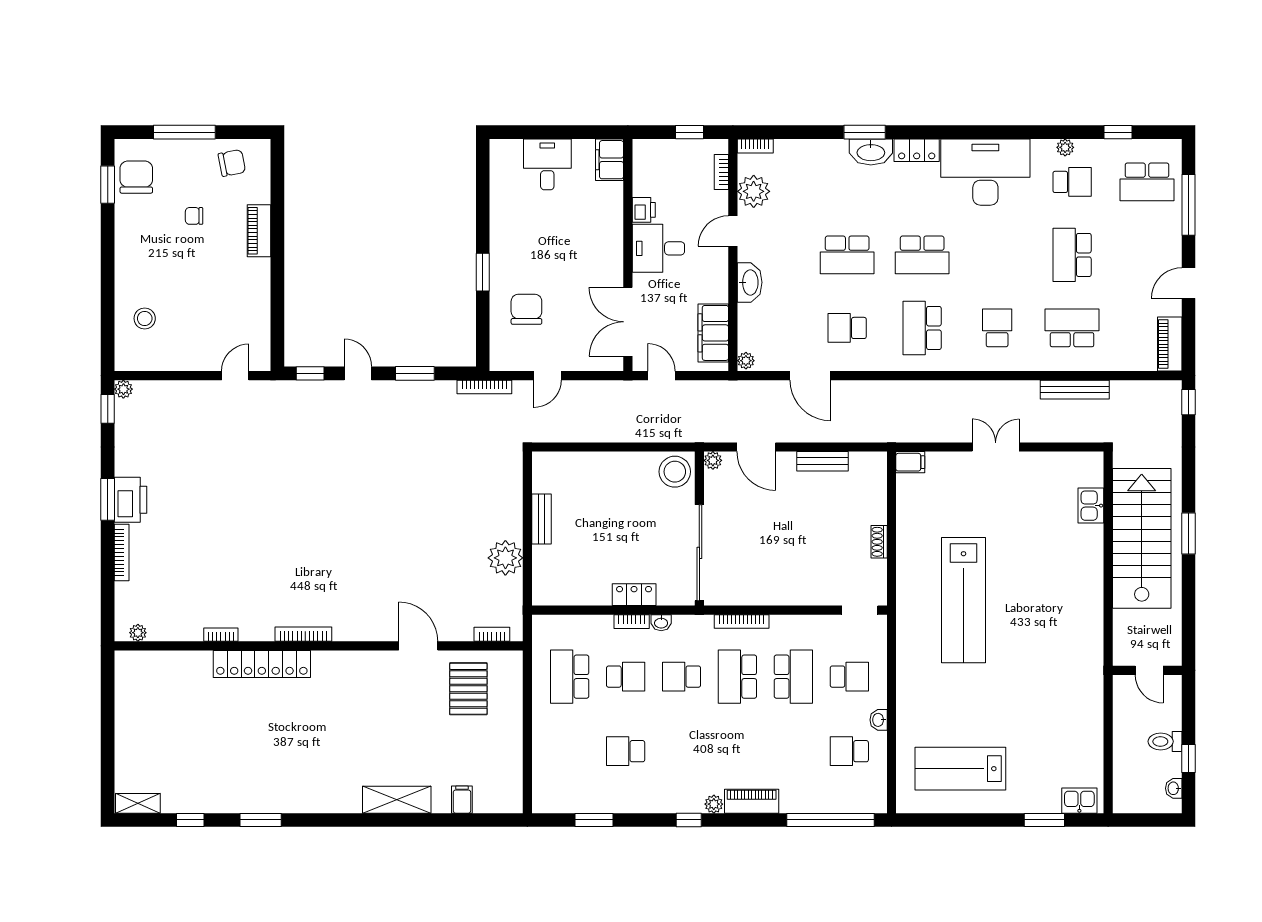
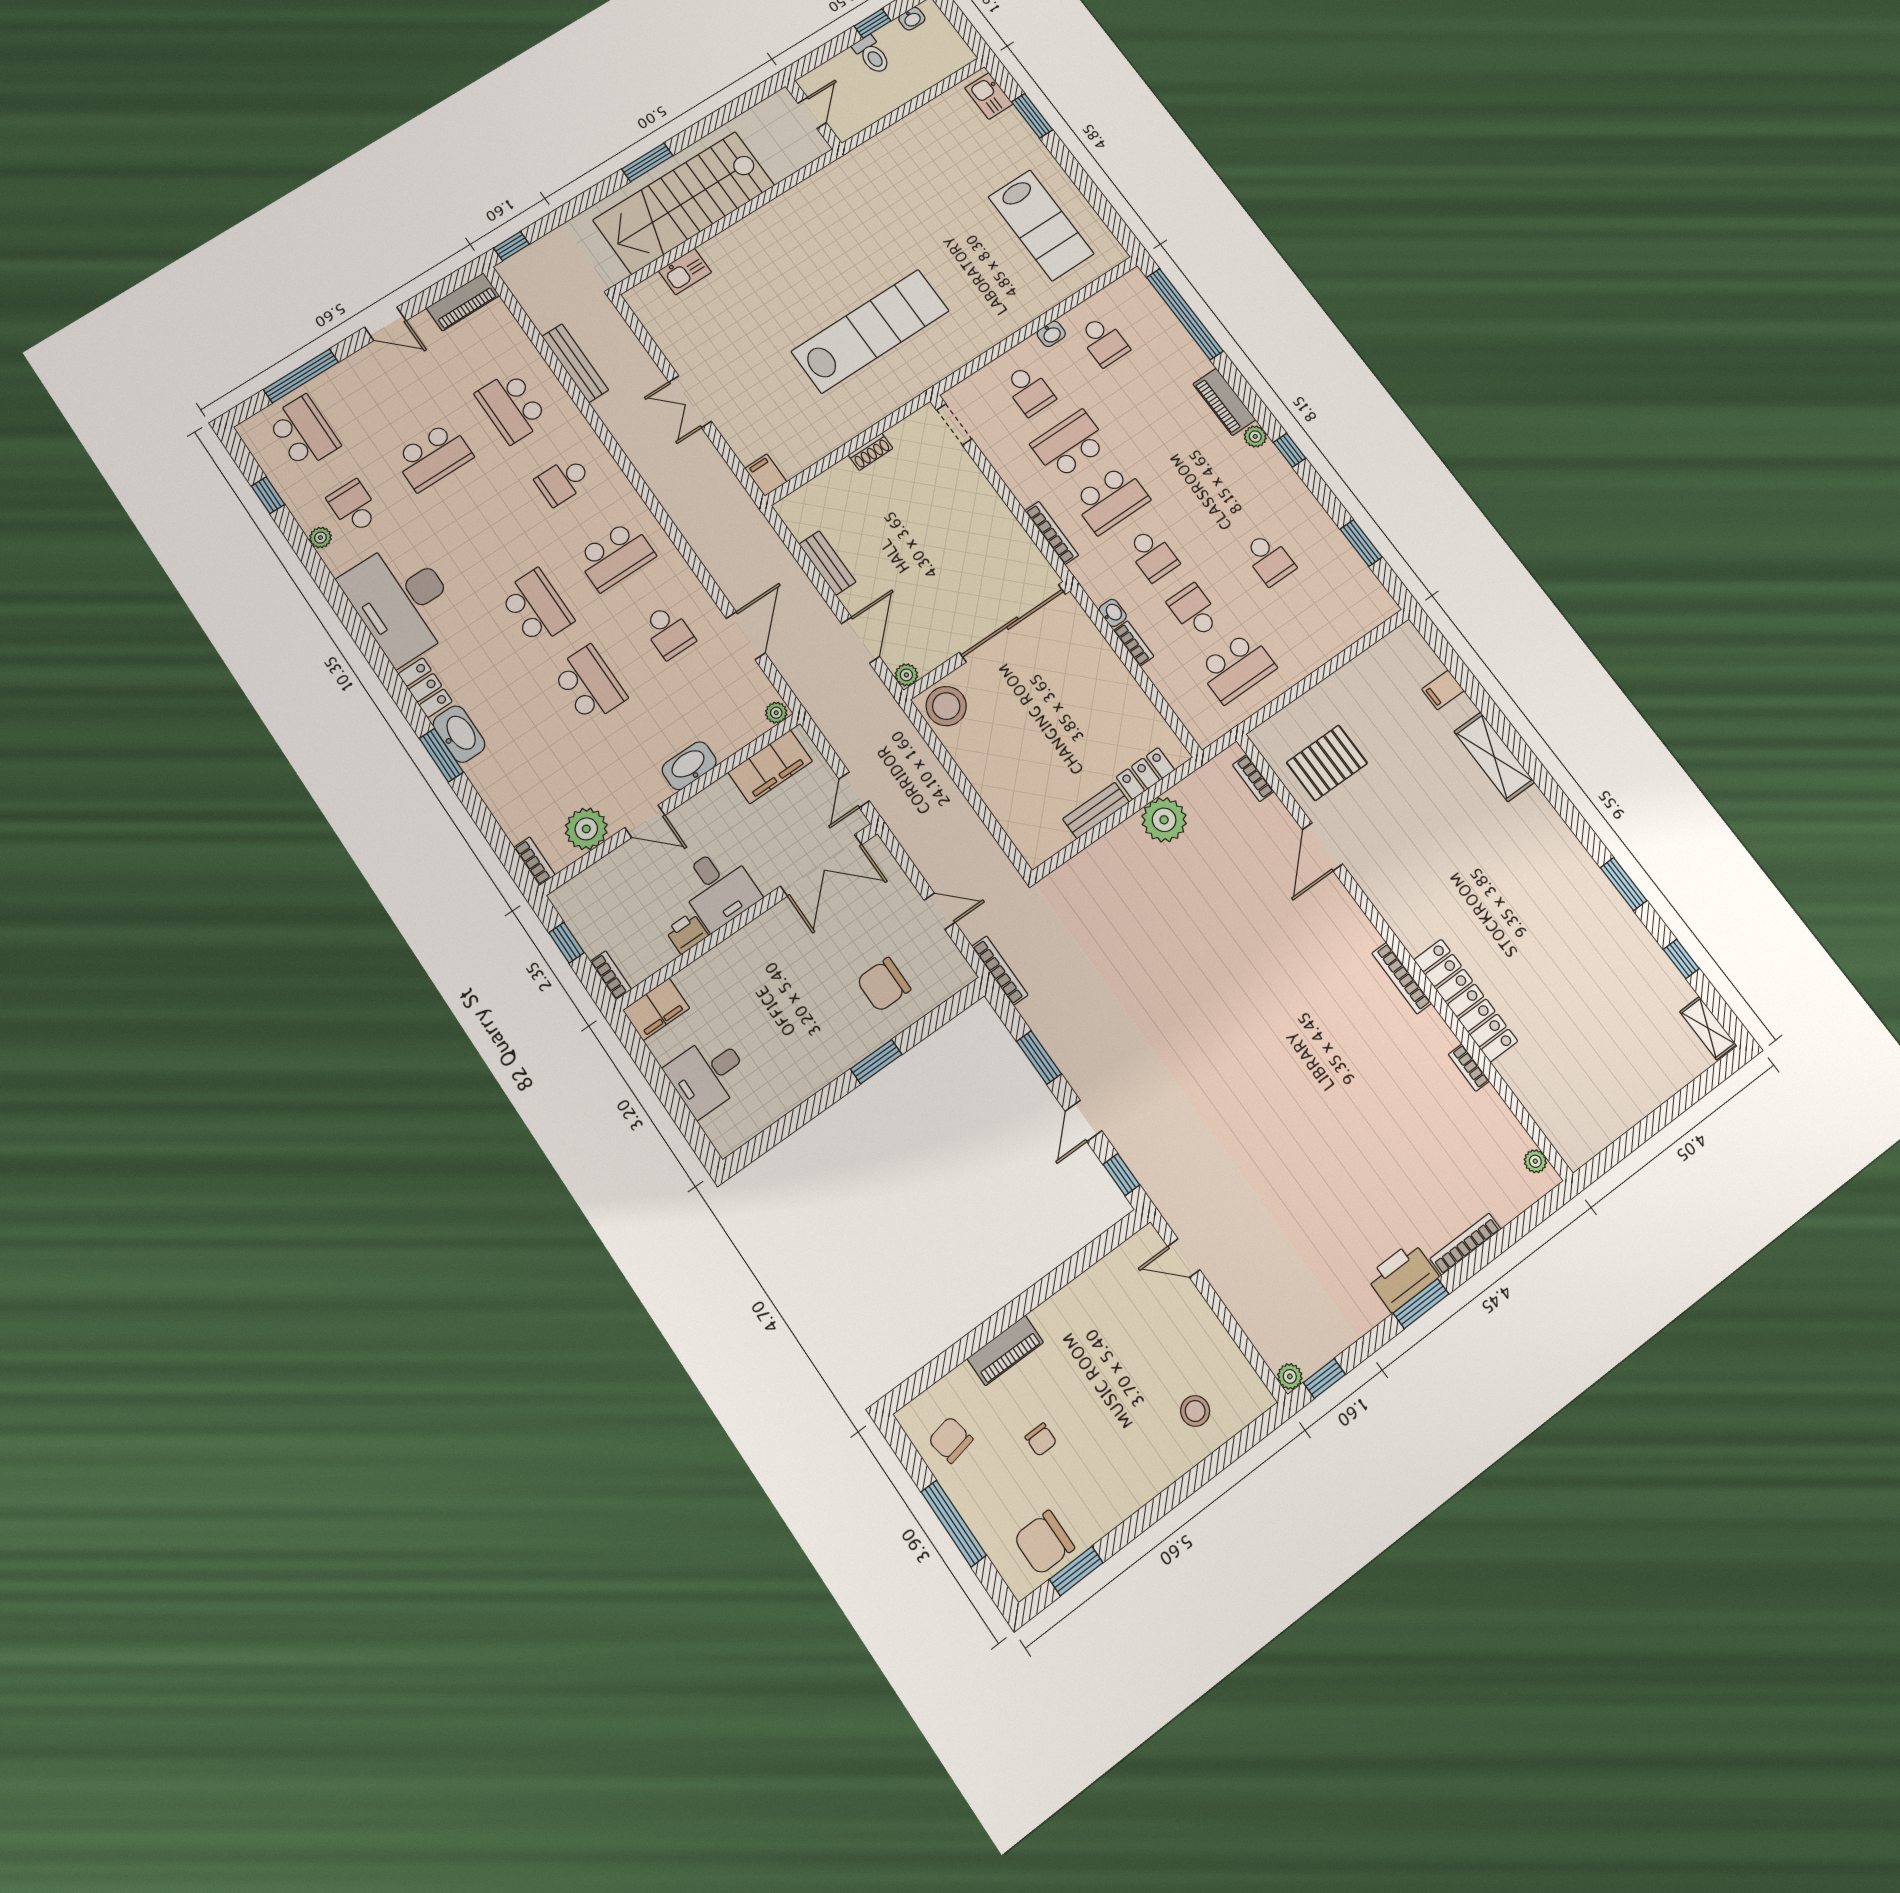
bookcase: (721, 172) -> (611, 975), moved, turned -90
locker: (634, 595) -> (1145, 773), moved, turned 90
school desk: (849, 677) -> (1029, 390), turned 180

